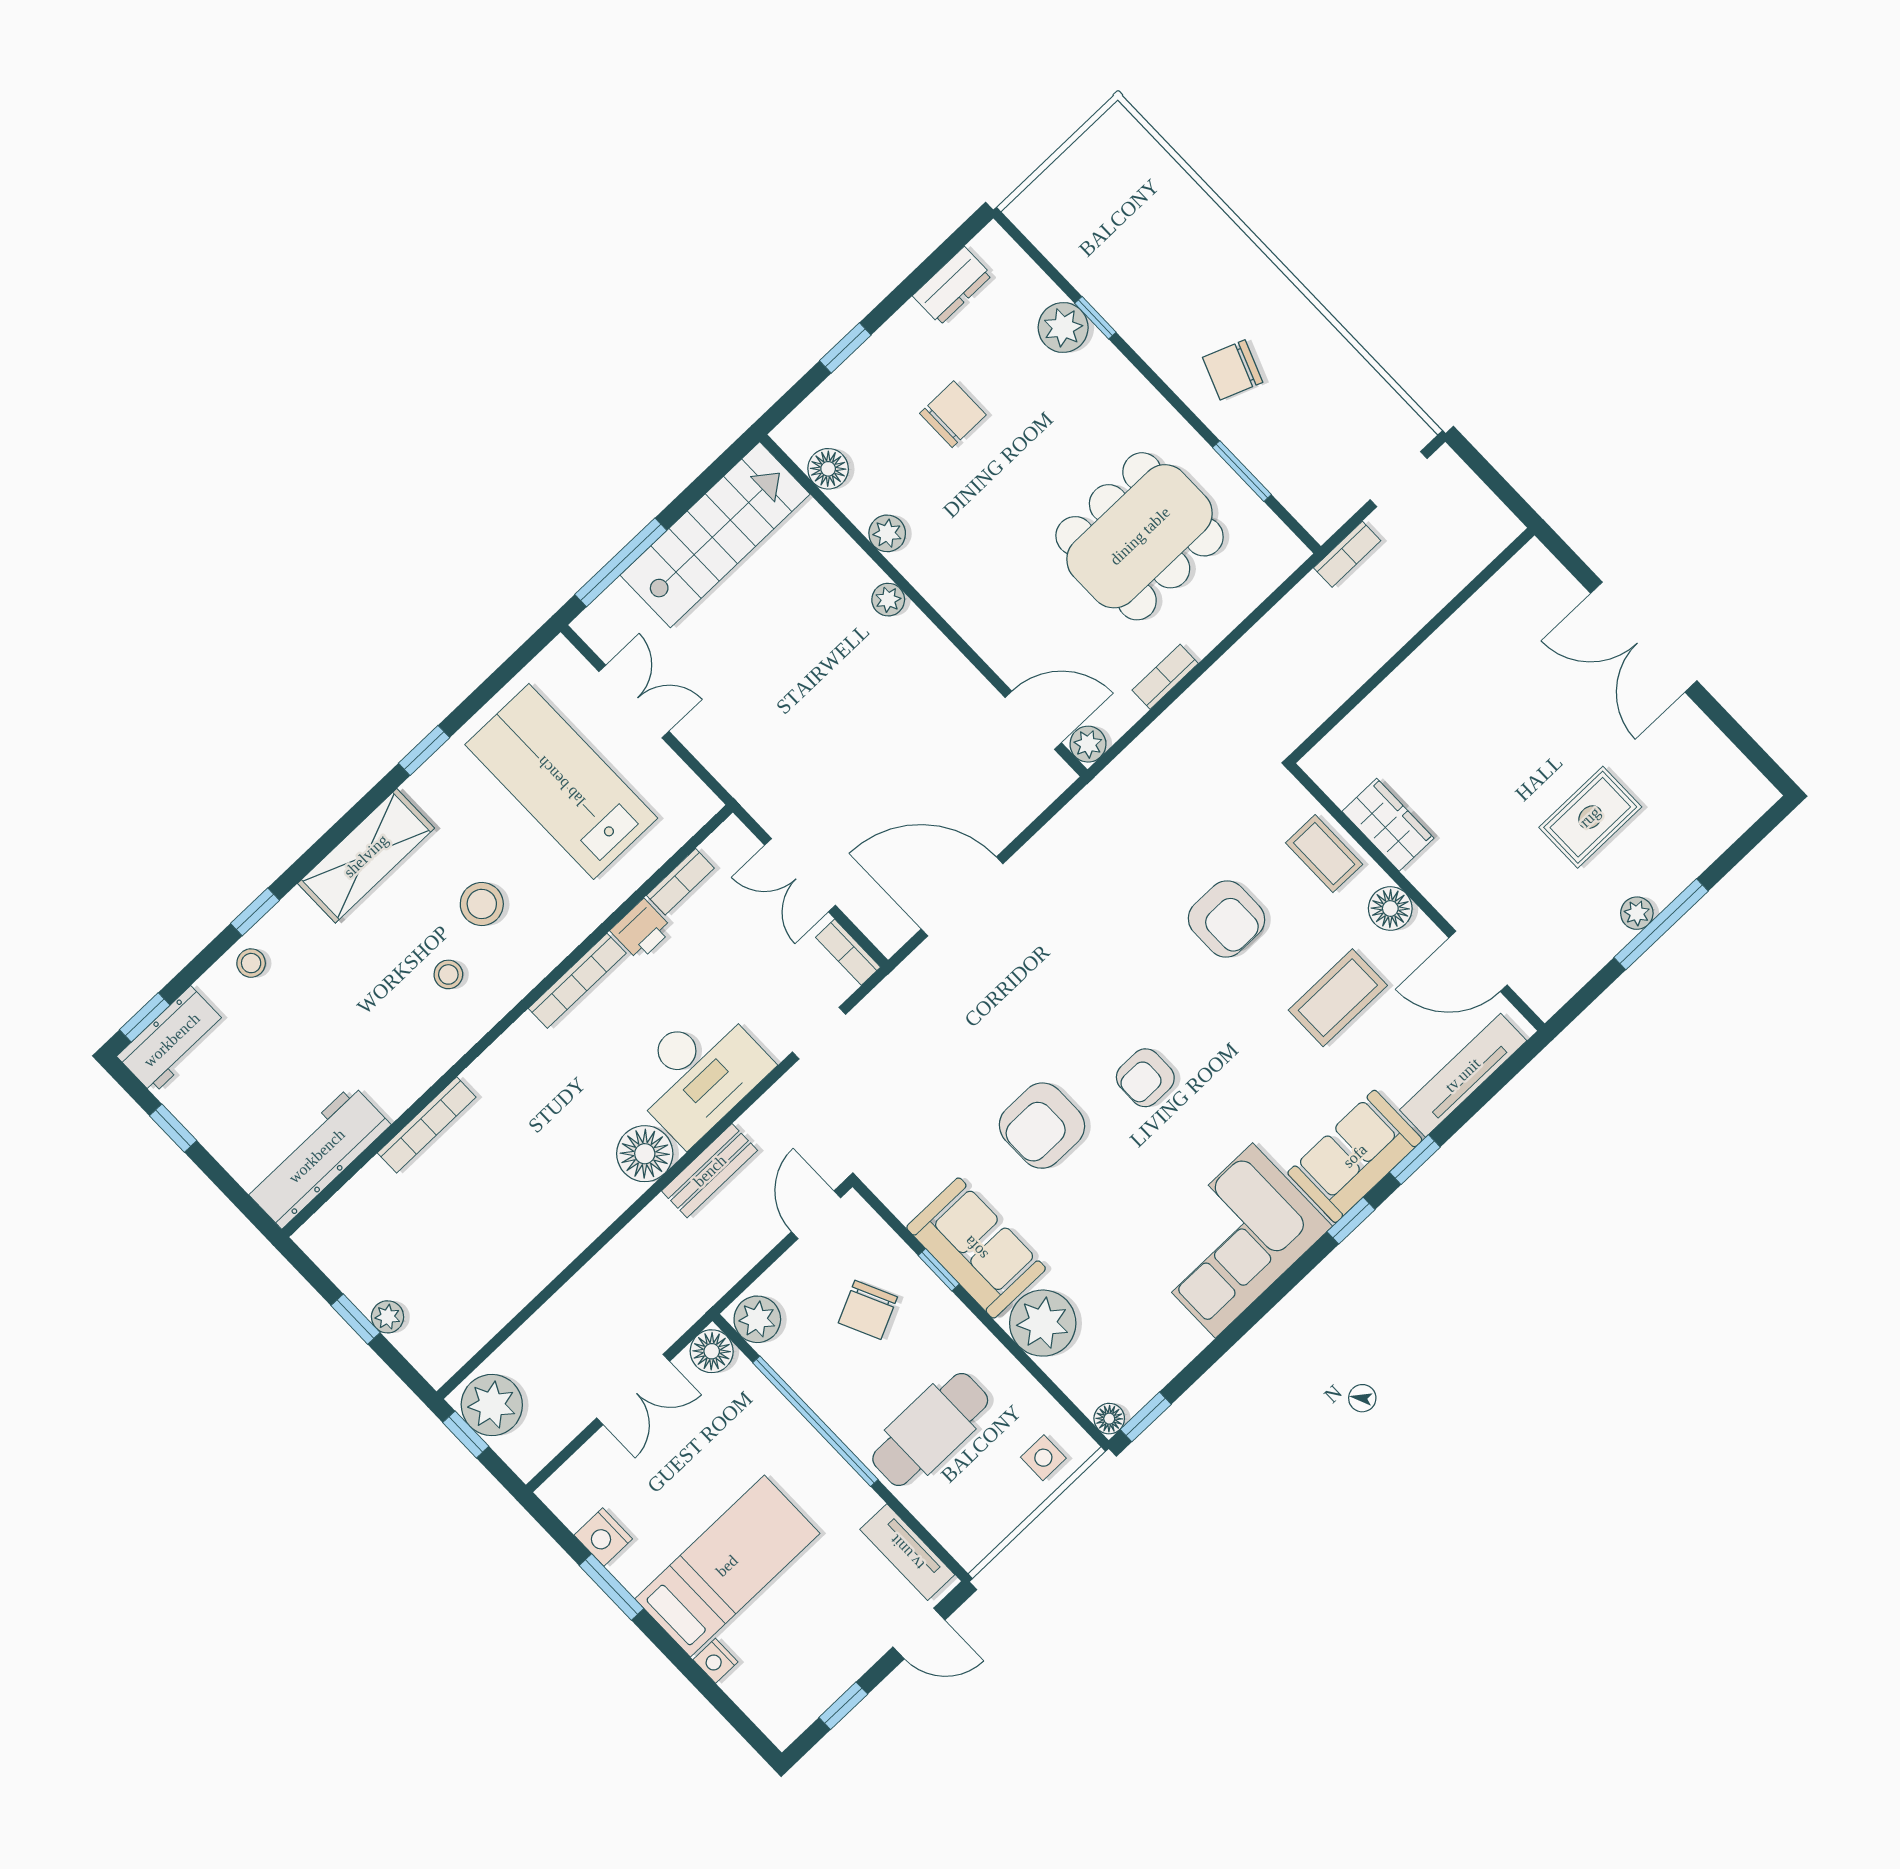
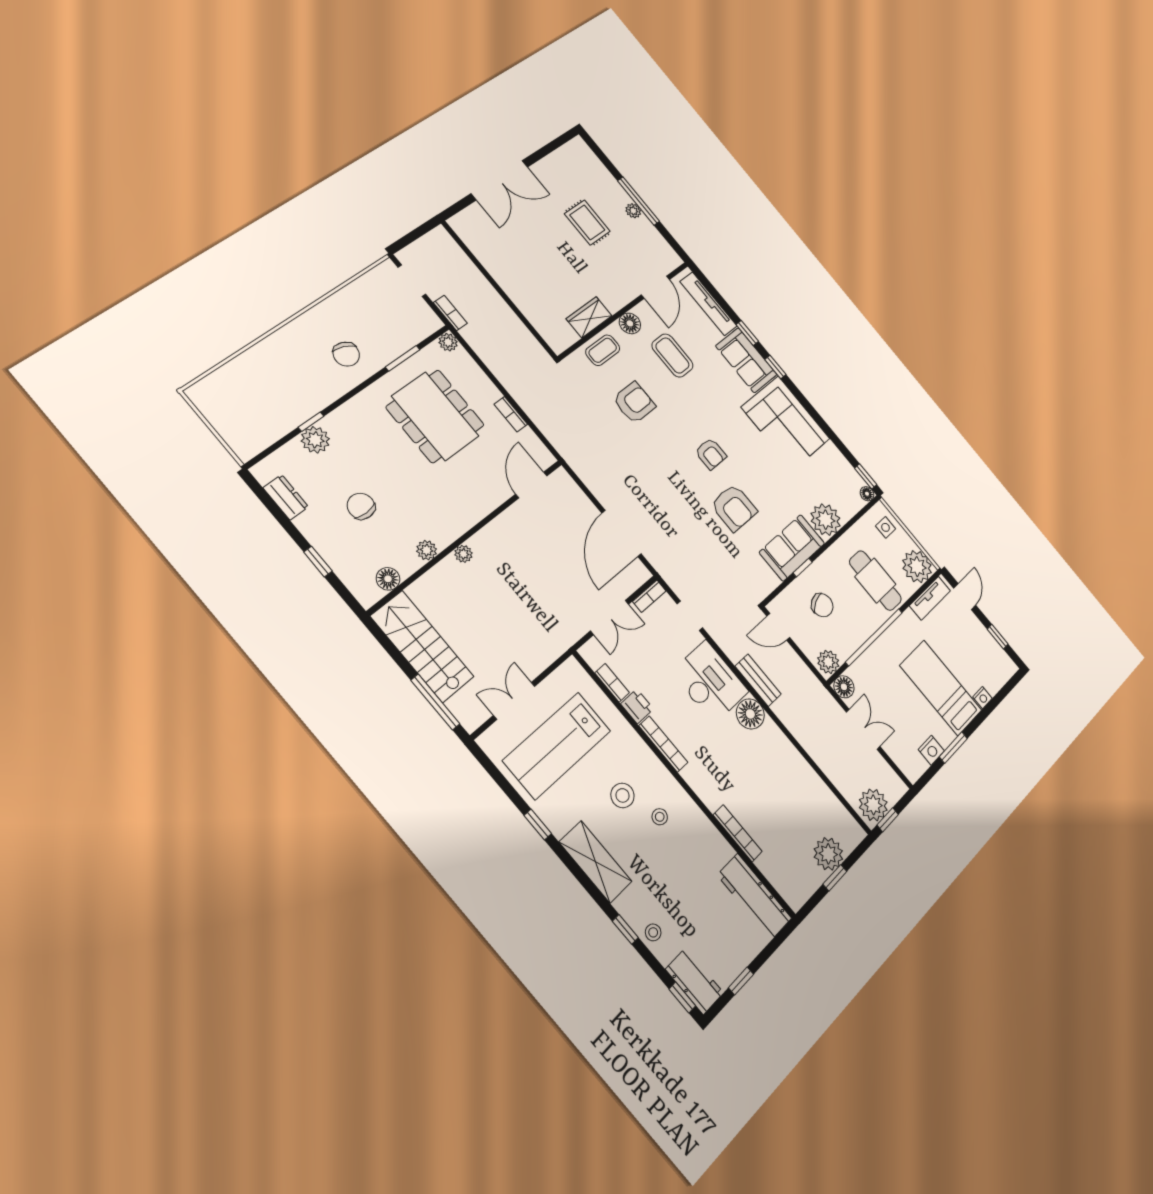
plant: (1088, 744) -> (448, 342), moved
plant: (388, 1317) -> (828, 854), width x1.87, depth x1.87
plant: (970, 1526) -> (917, 567), added

